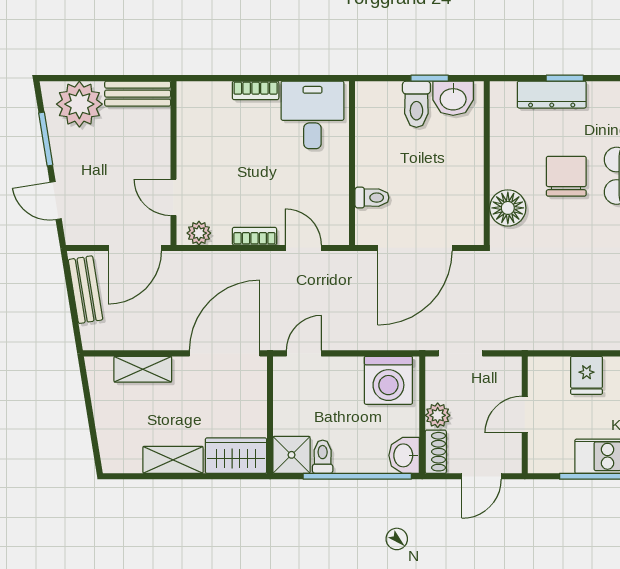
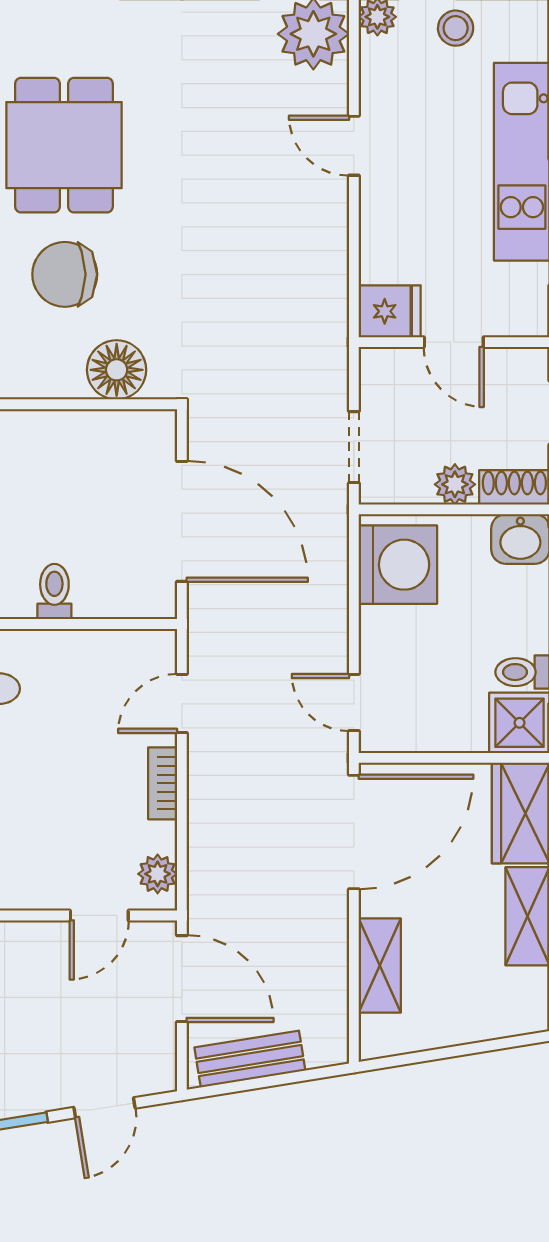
toilet: (372, 198) -> (54, 592), moved
door: (225, 353) -> (354, 832), swing flipped
fridge: (587, 375) -> (390, 311), moved

